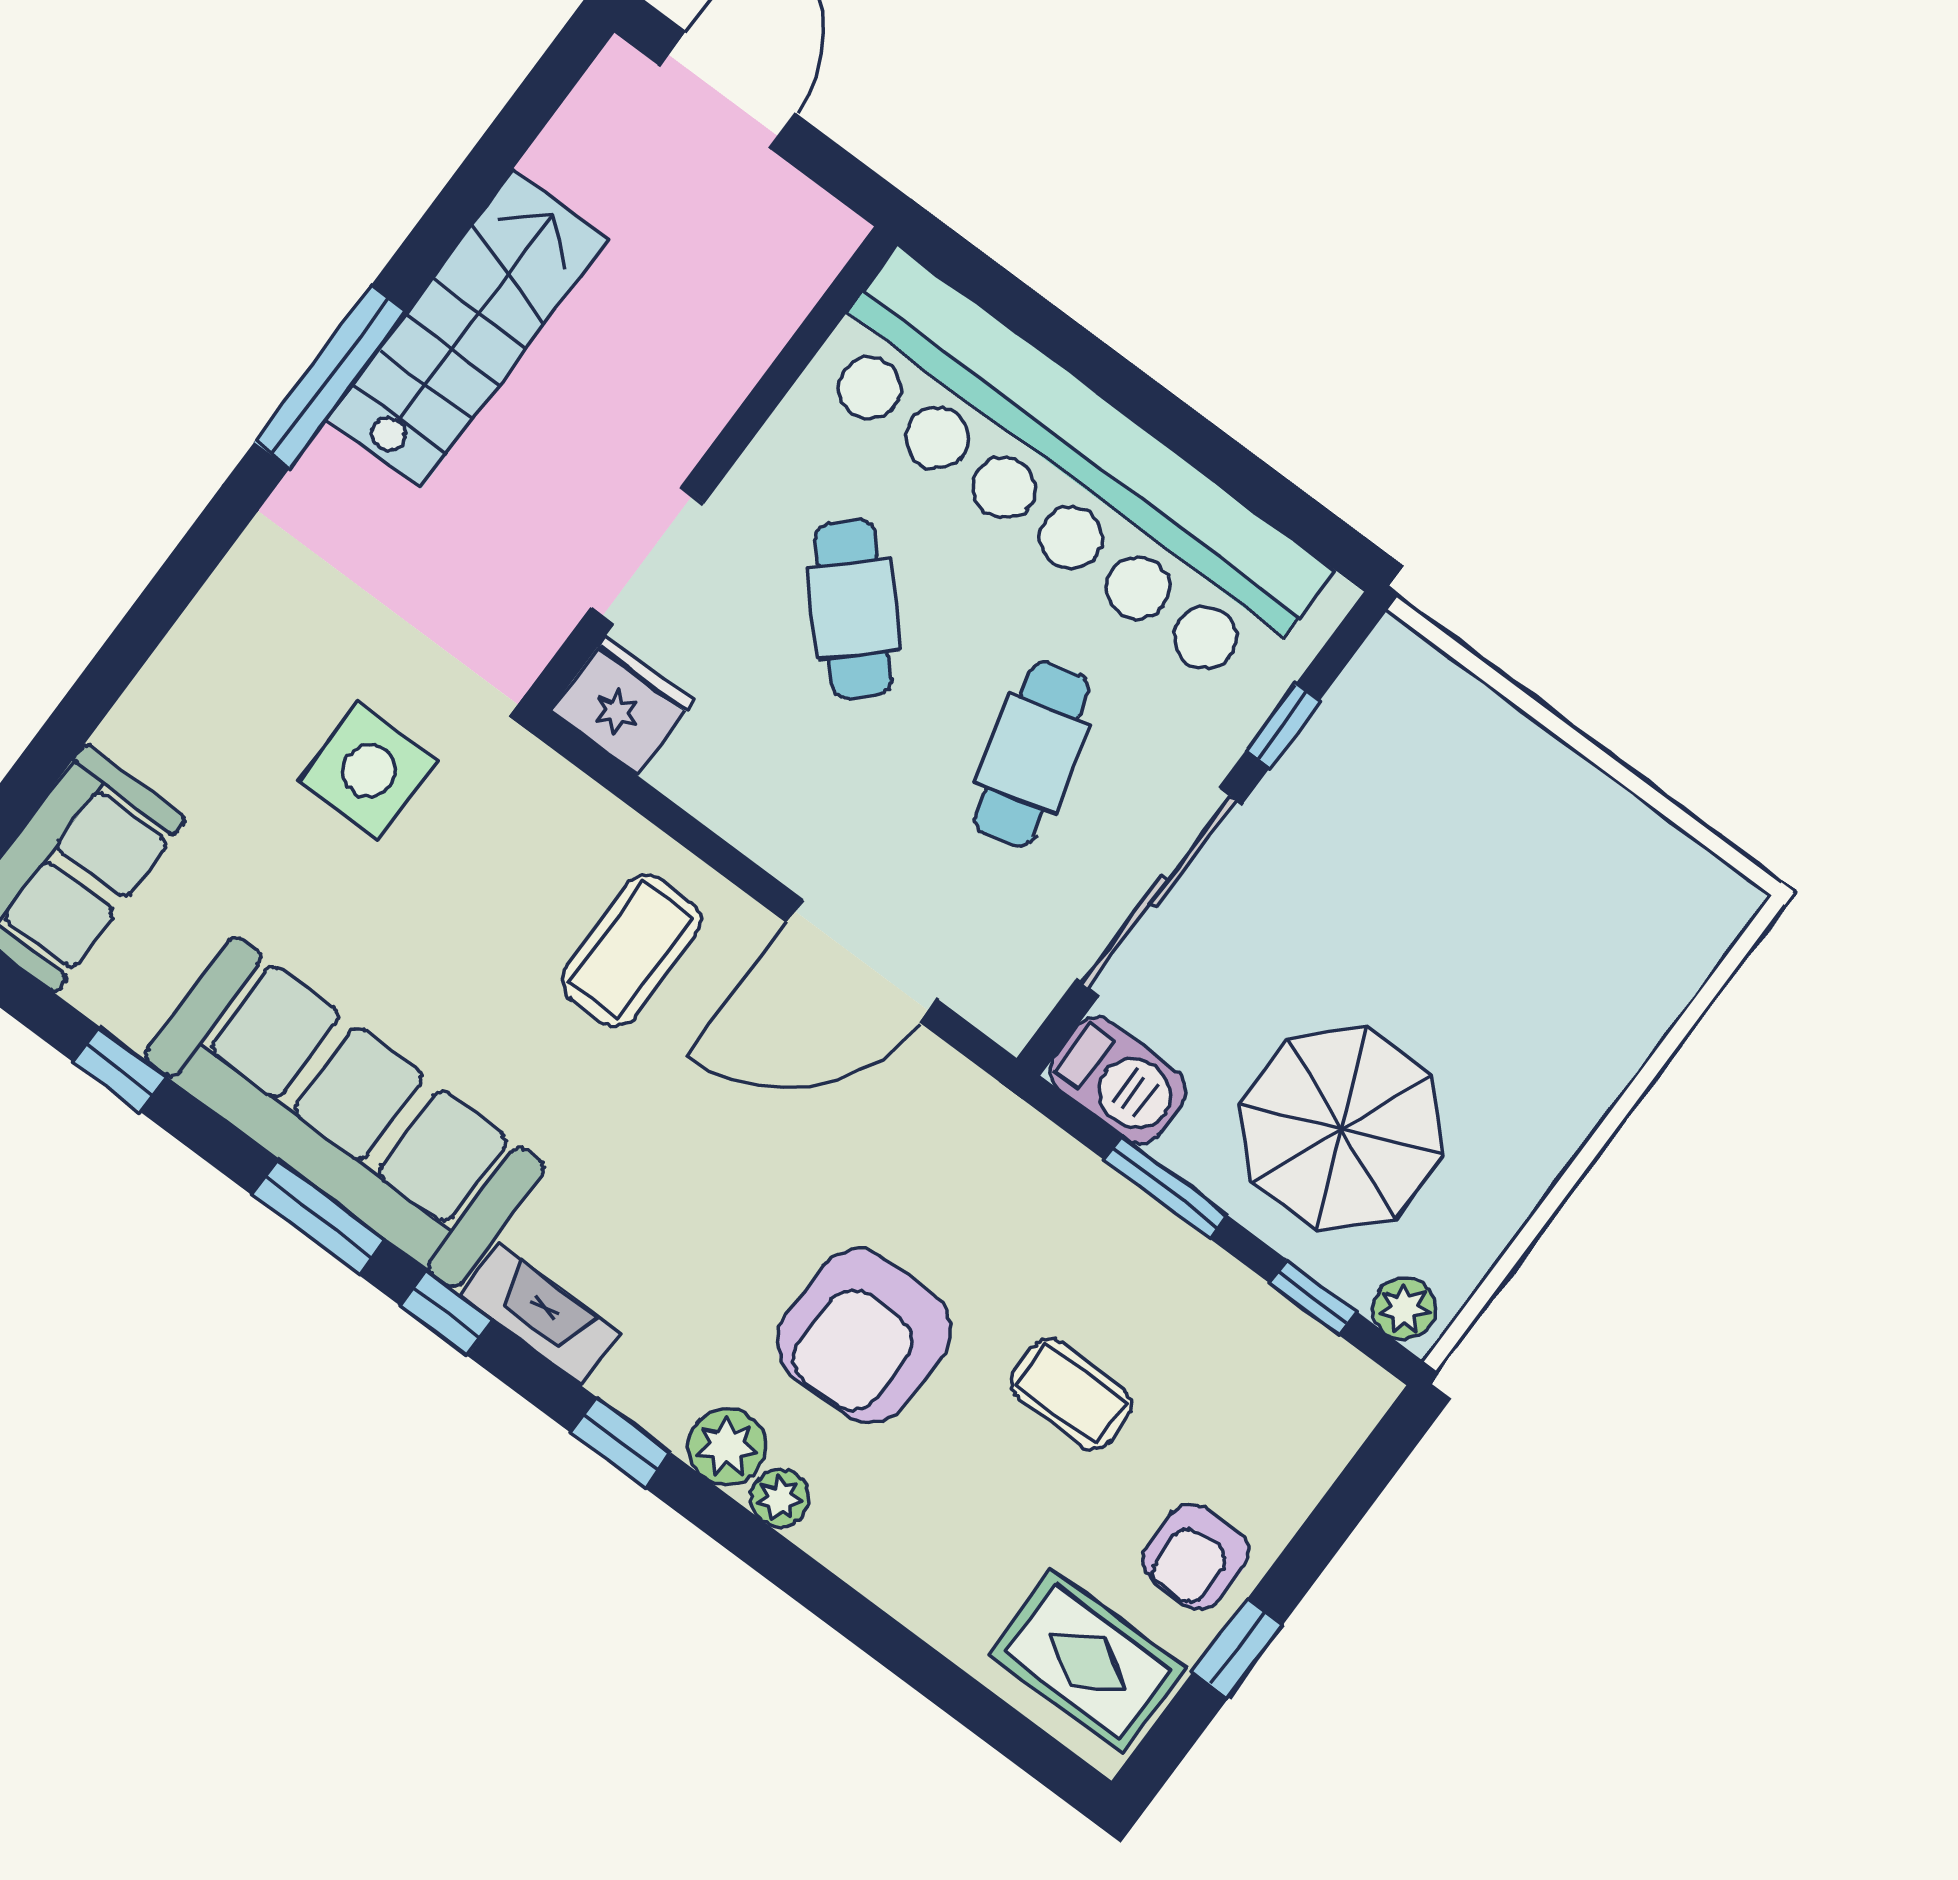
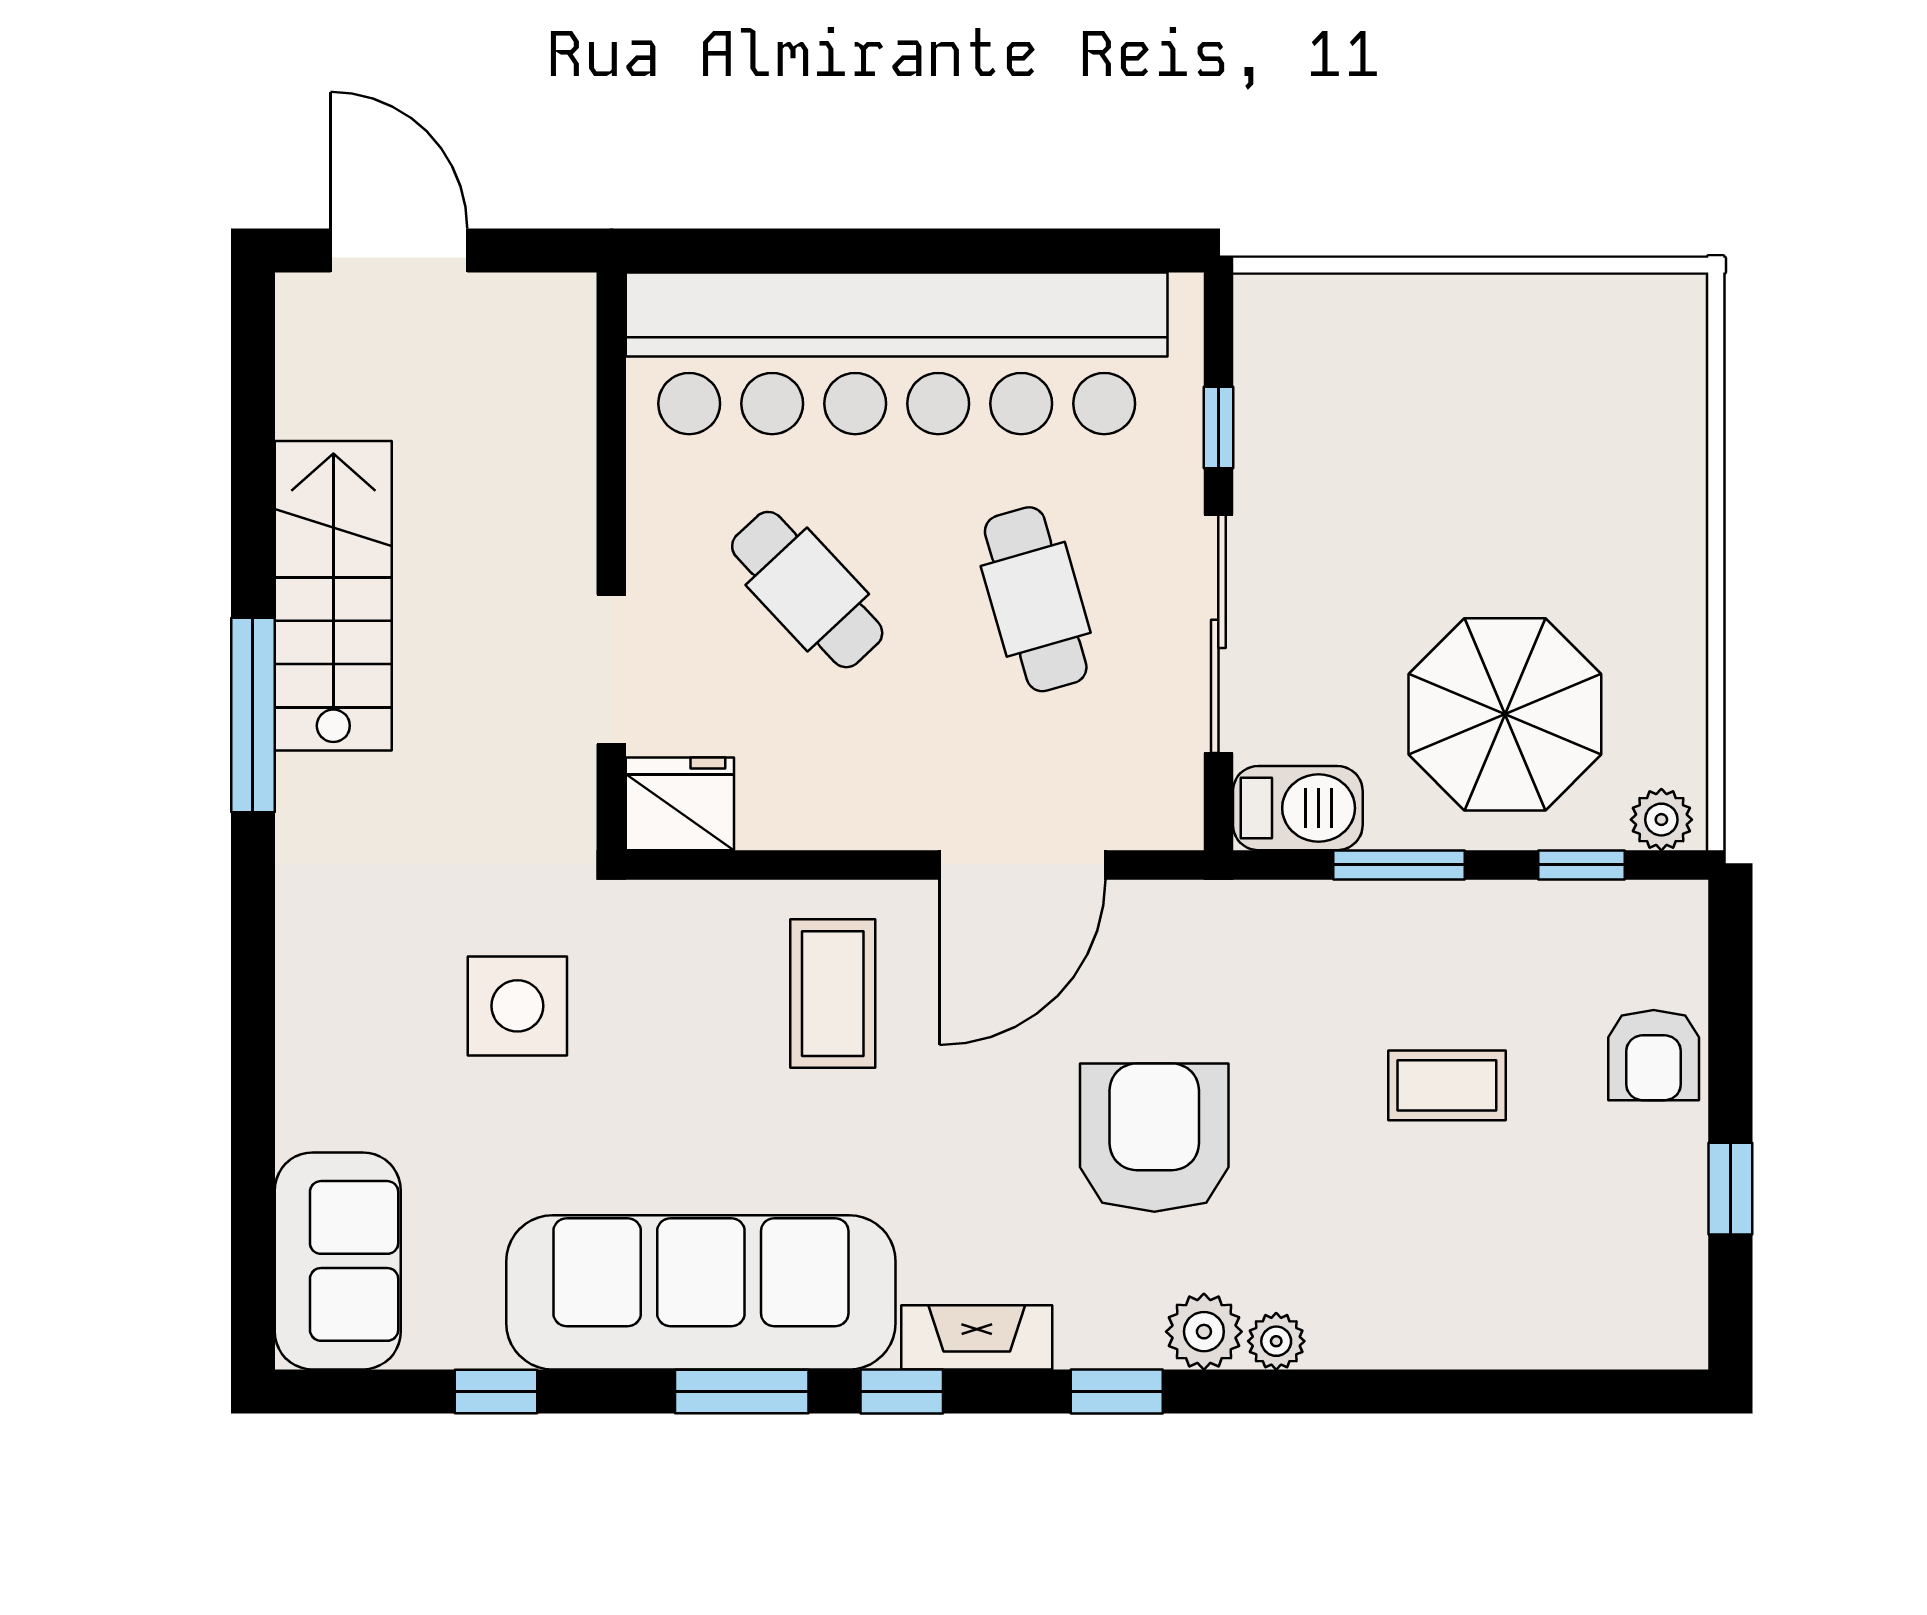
armchair: (864, 1336) -> (1154, 1138), moved, turned 180
armchair: (1196, 1557) -> (1654, 1055), moved
rug: (1088, 1661) -> (1618, 1288), removed

